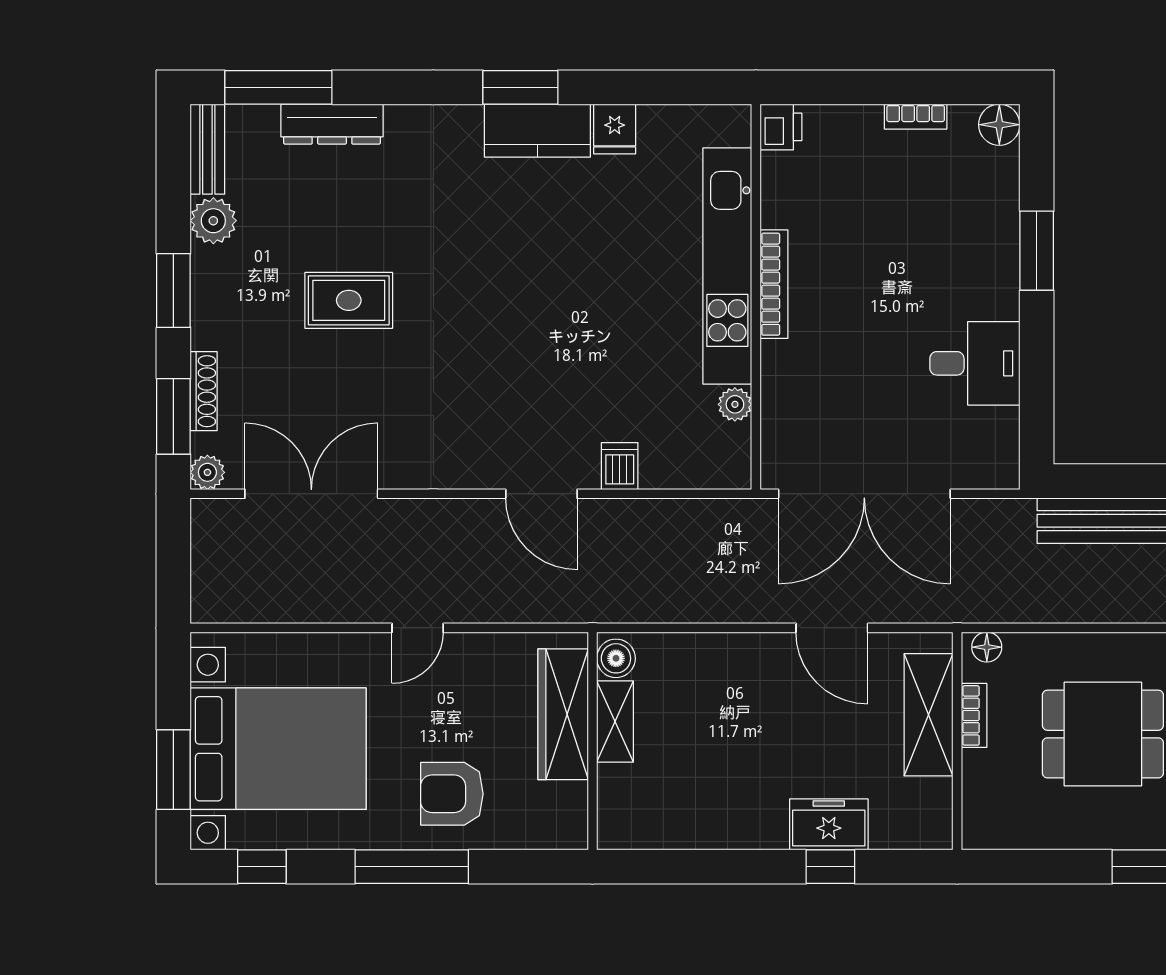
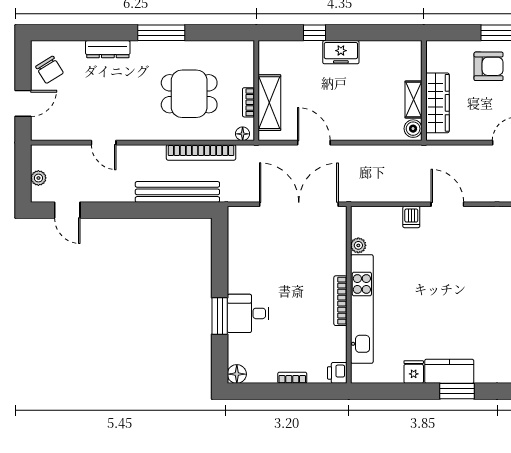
bookcase: (916, 117) -> (292, 378), moved
desk: (975, 363) -> (248, 313), moved
bookcase: (1077, 607) -> (201, 152), added
freezer: (829, 824) -> (341, 52), moved

